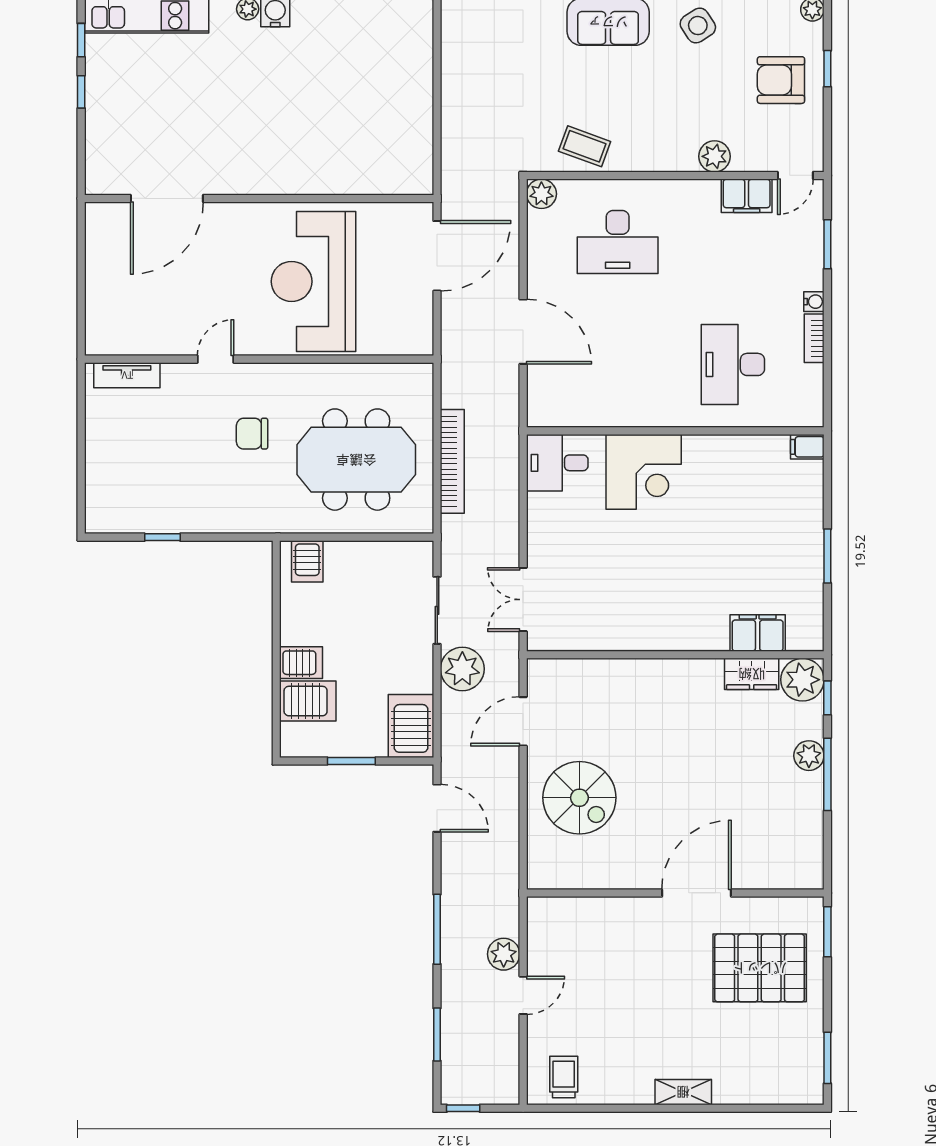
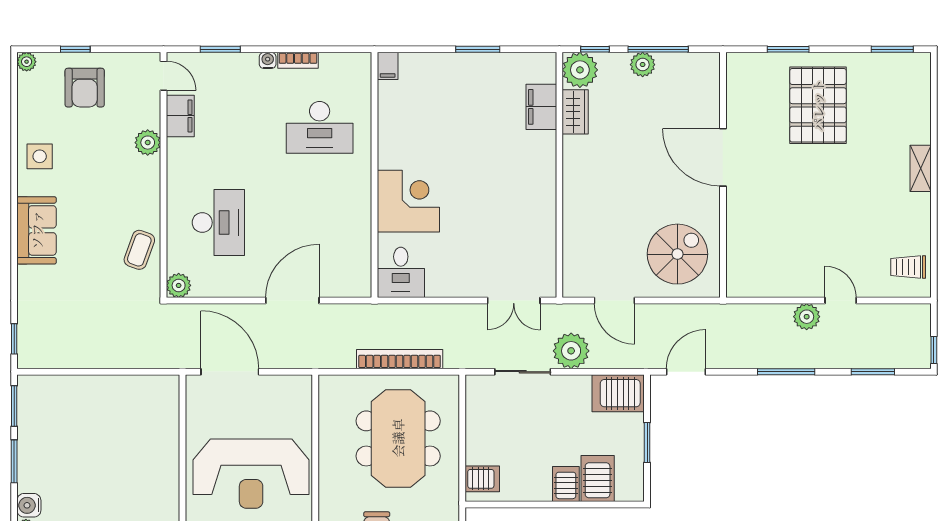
side table: (698, 26) -> (40, 156), turned 33
wall: (675, 893) -> (723, 175), moved
door: (697, 893) -> (723, 157), moved

